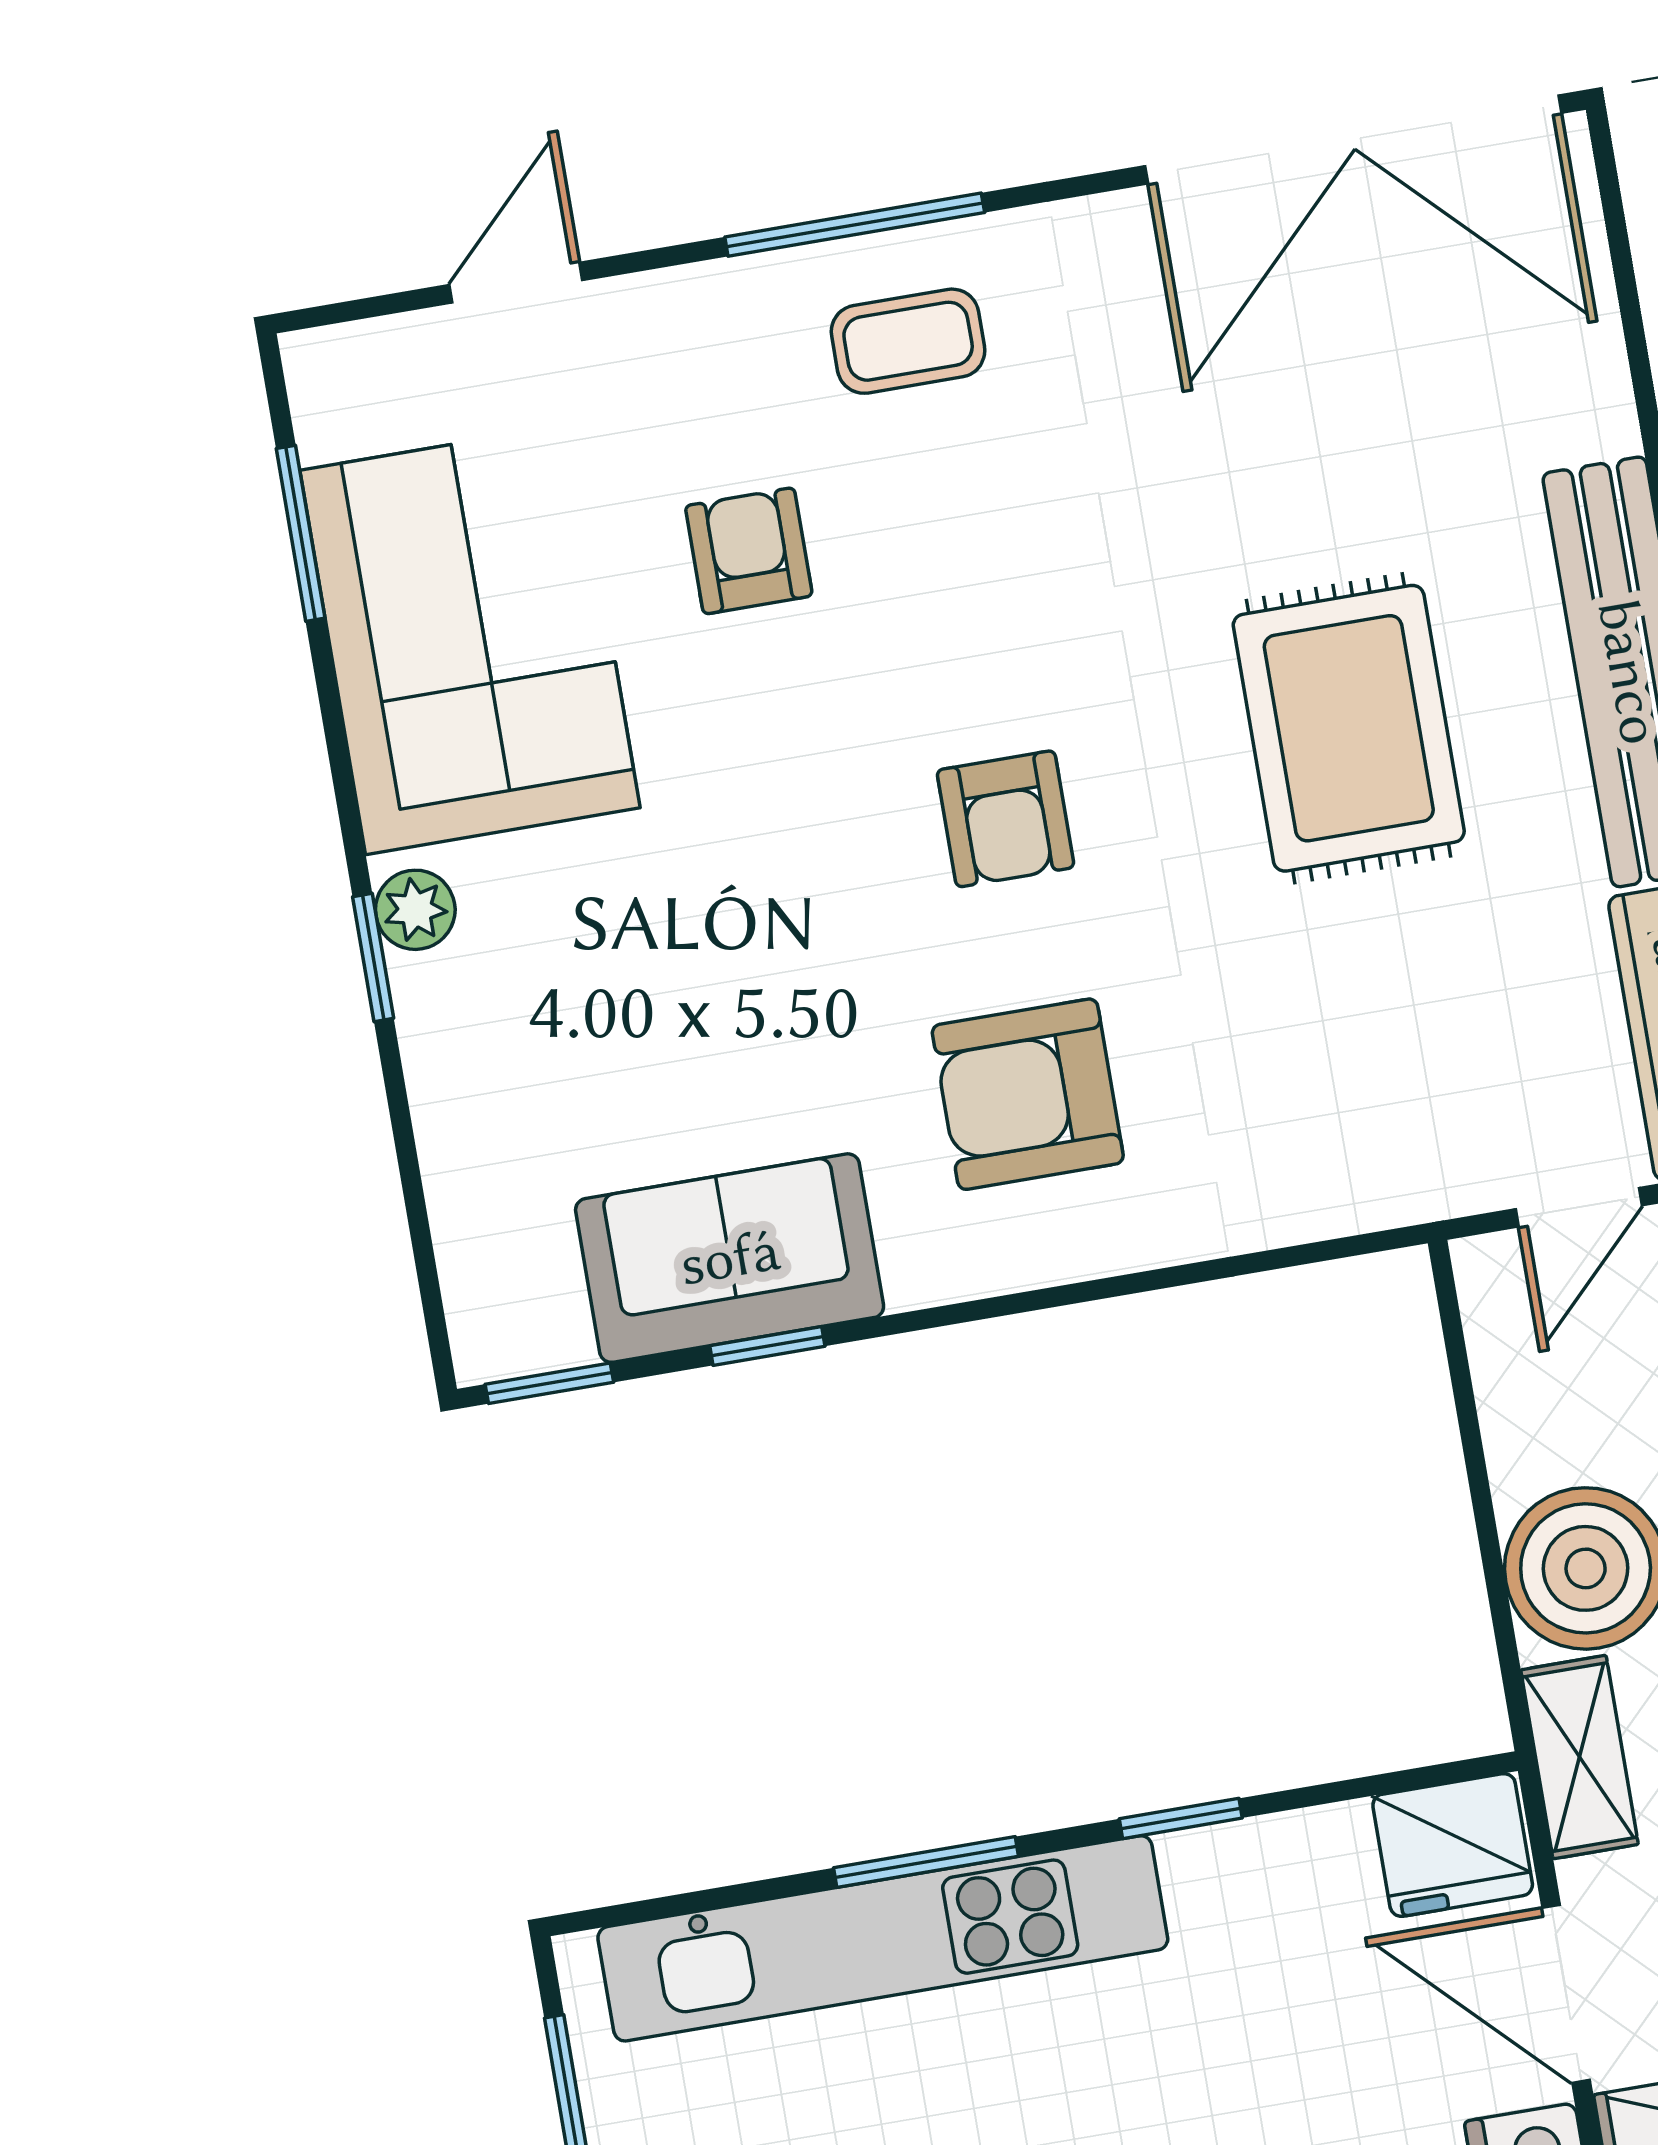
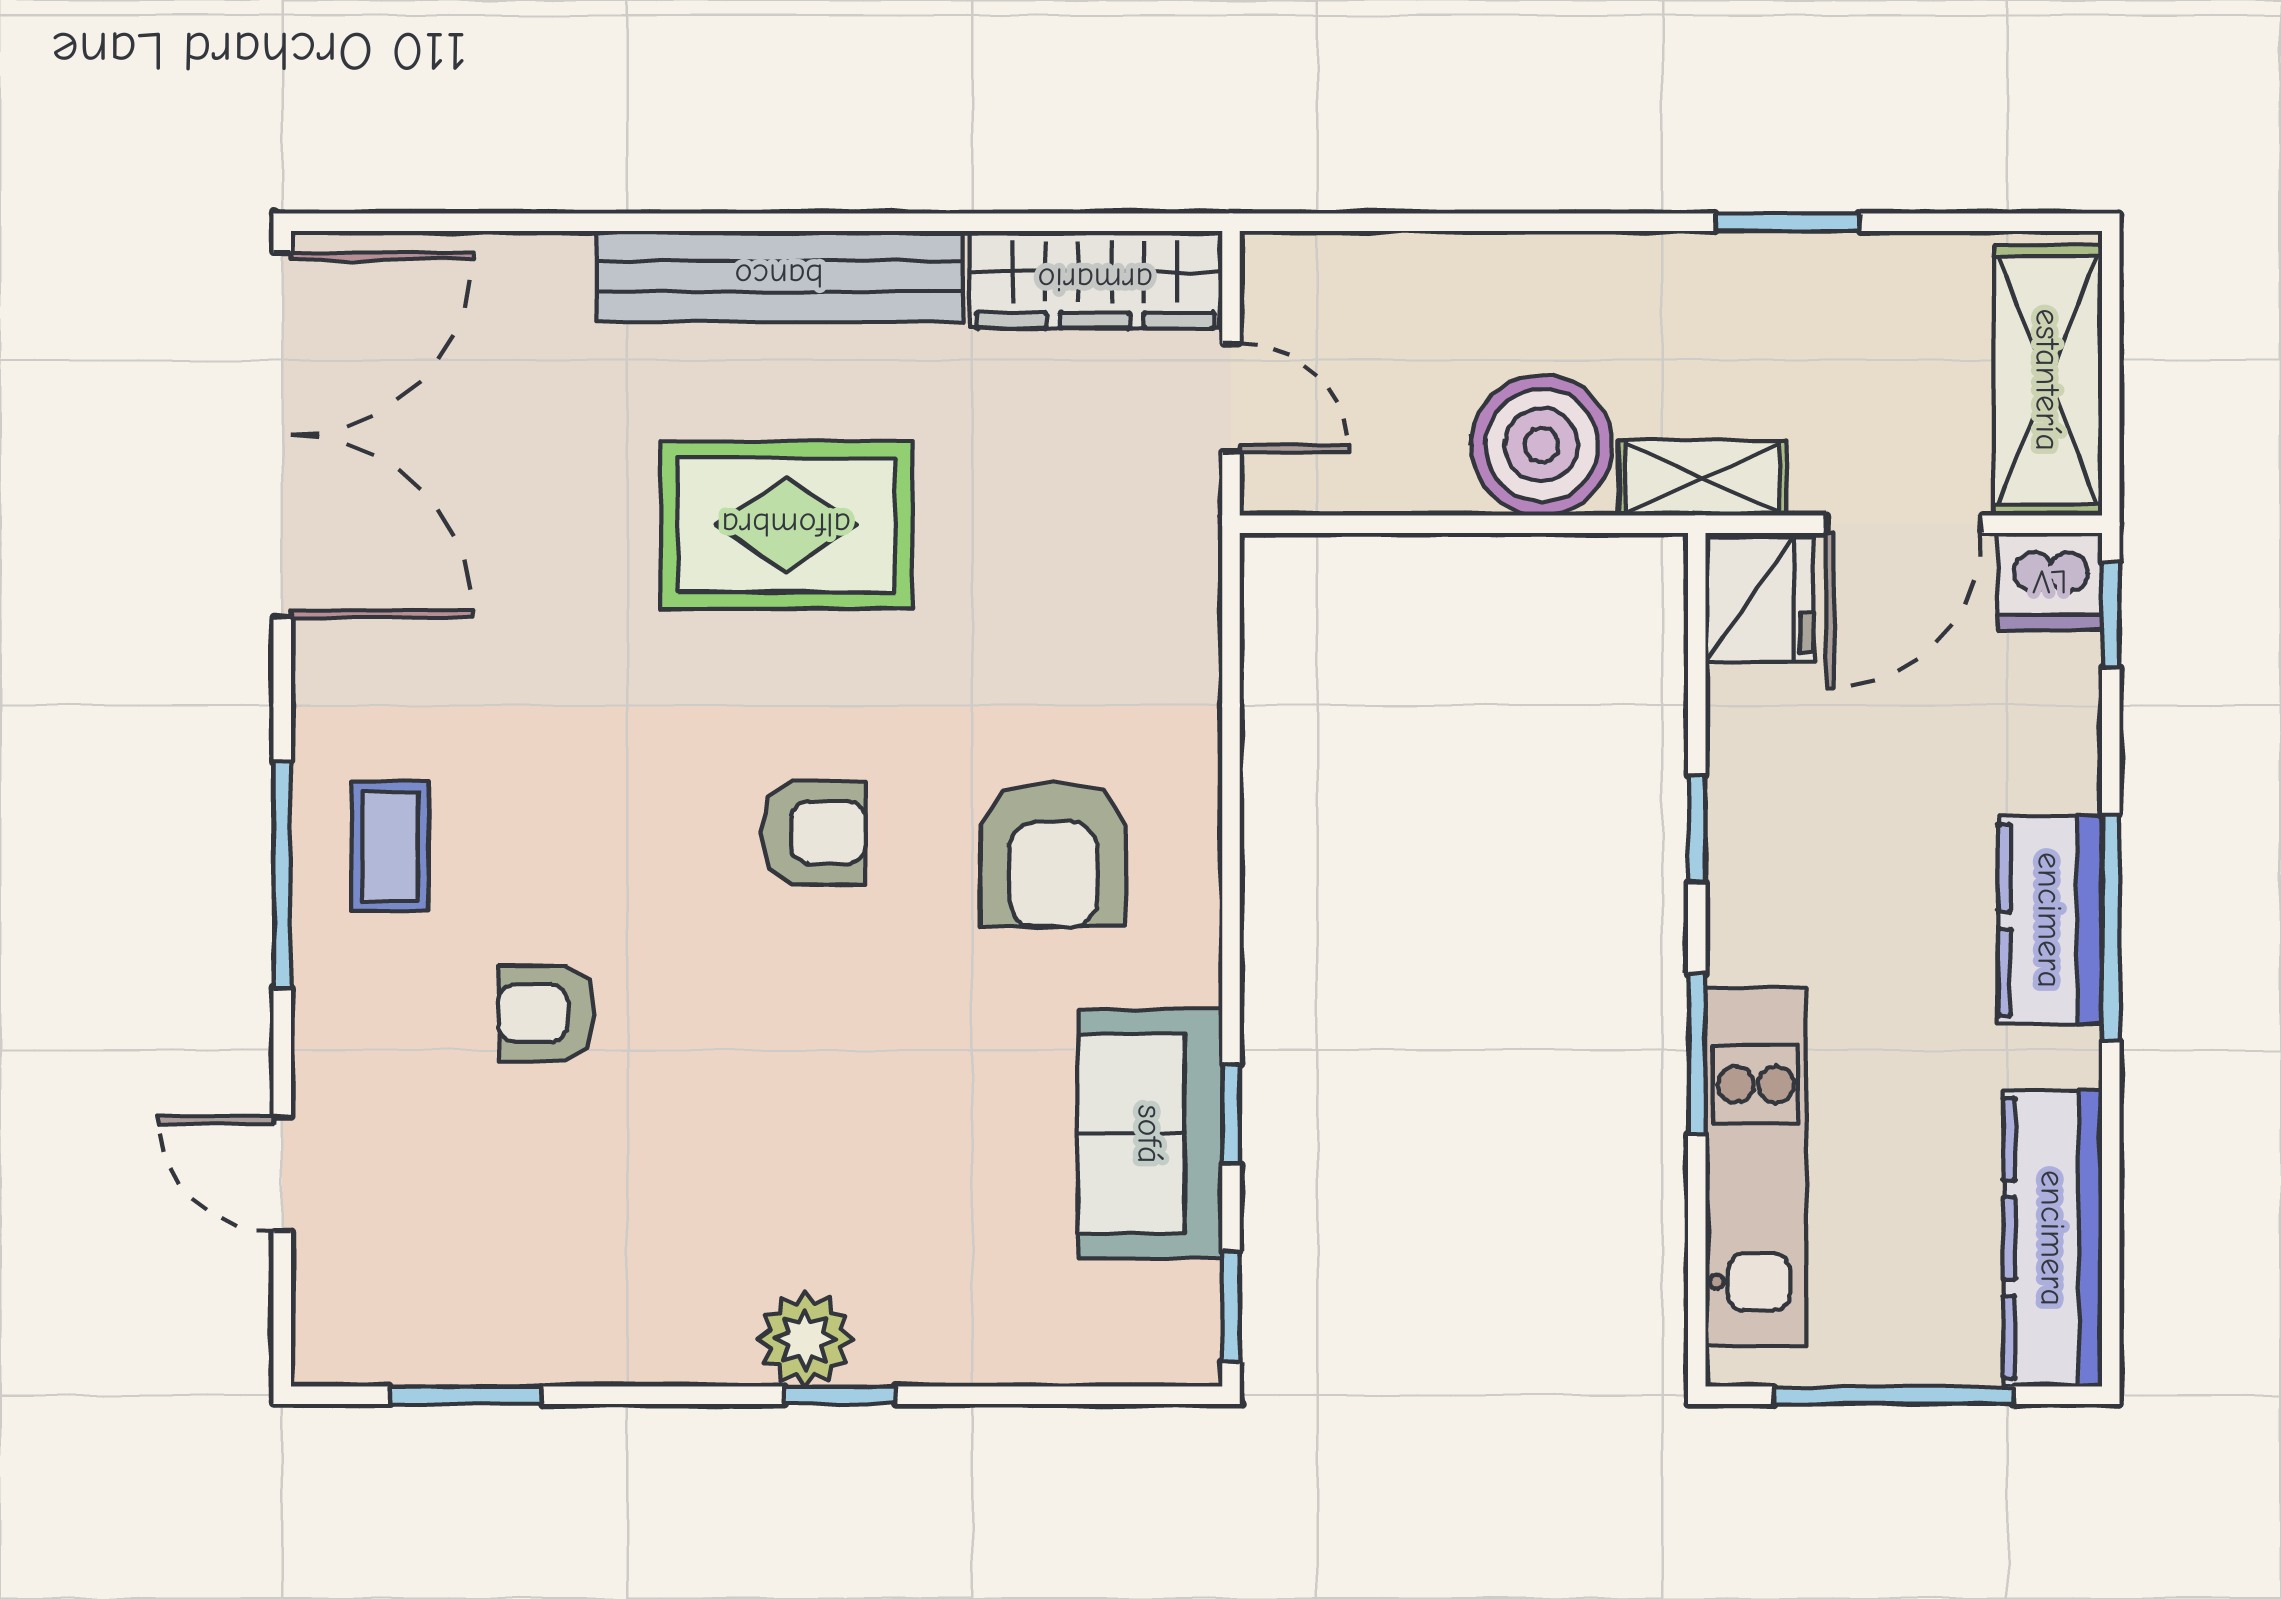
corner sofa: (470, 639) -> (581, 1266), removed
plant: (415, 910) -> (805, 1339), width x1.38, depth x1.38
kitchen unit: (883, 1938) -> (1756, 1167), width x0.73

